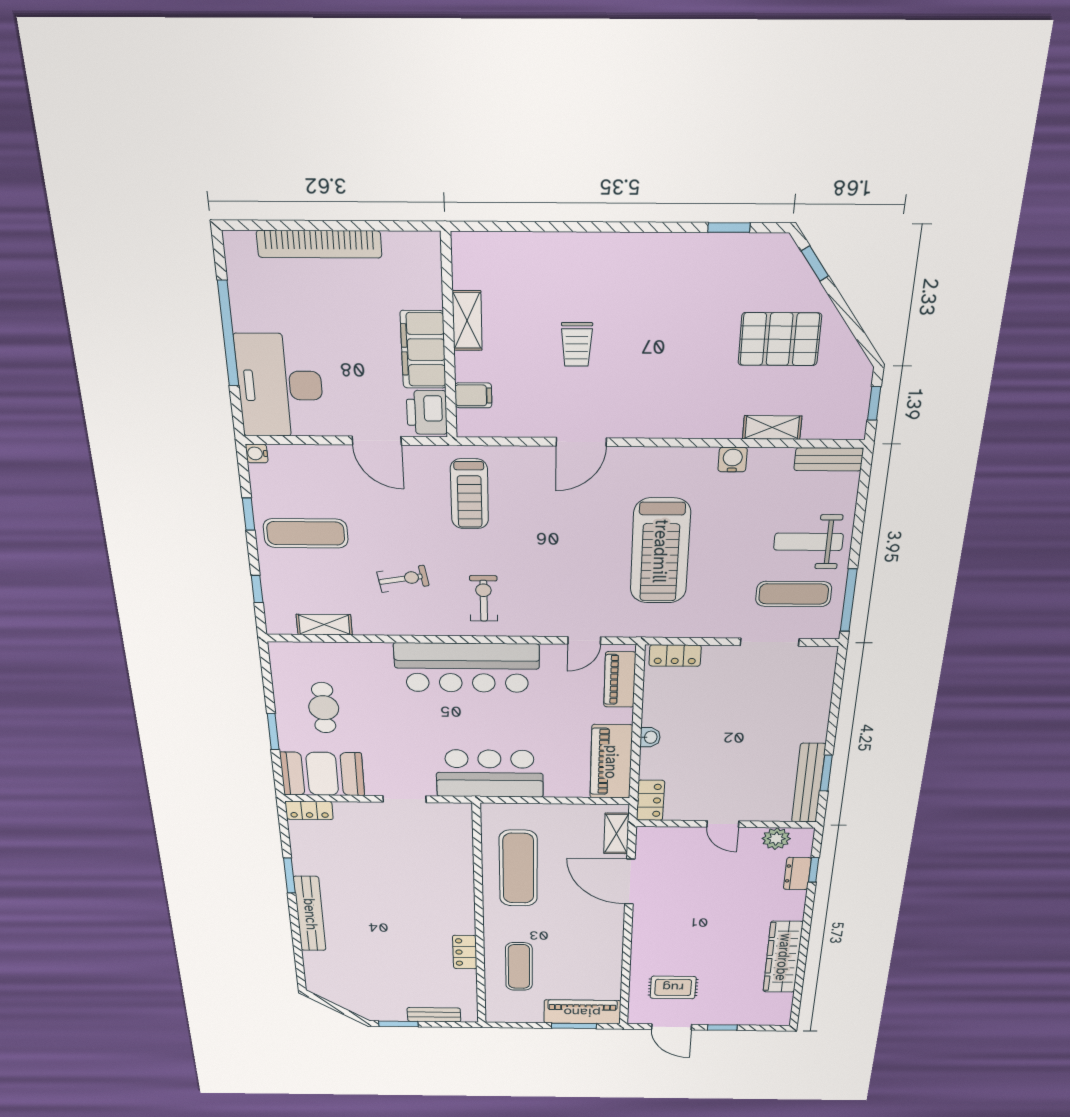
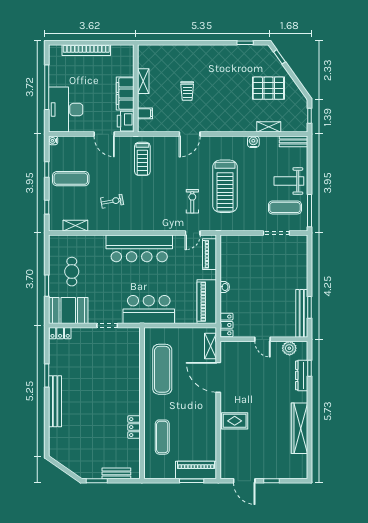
exercise bike: (484, 598) -> (192, 201), moved
locker: (675, 656) -> (234, 241), removed
dresser: (797, 874) -> (302, 375), width x1.44
rug: (673, 987) -> (235, 421), moved

